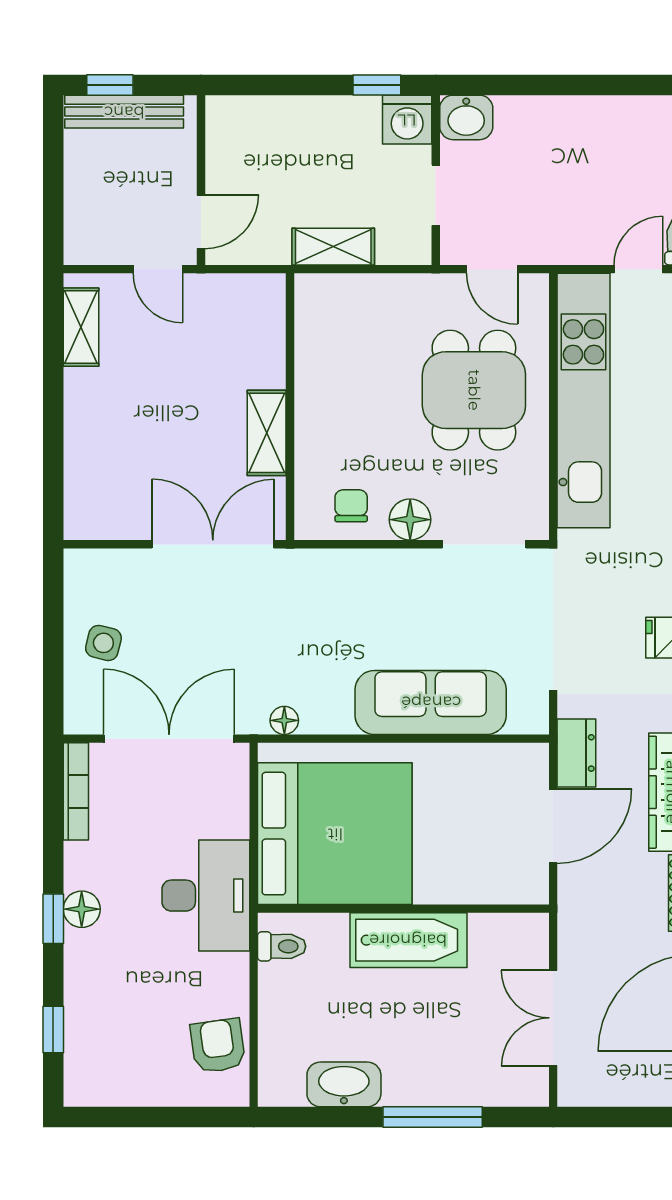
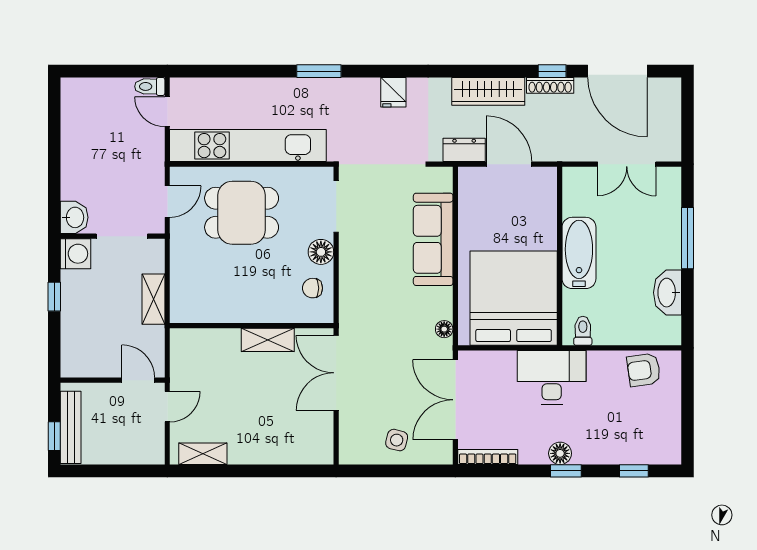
window: (377, 85) -> (54, 297), moved
doorway: (436, 195) -> (122, 236), width x1.38

